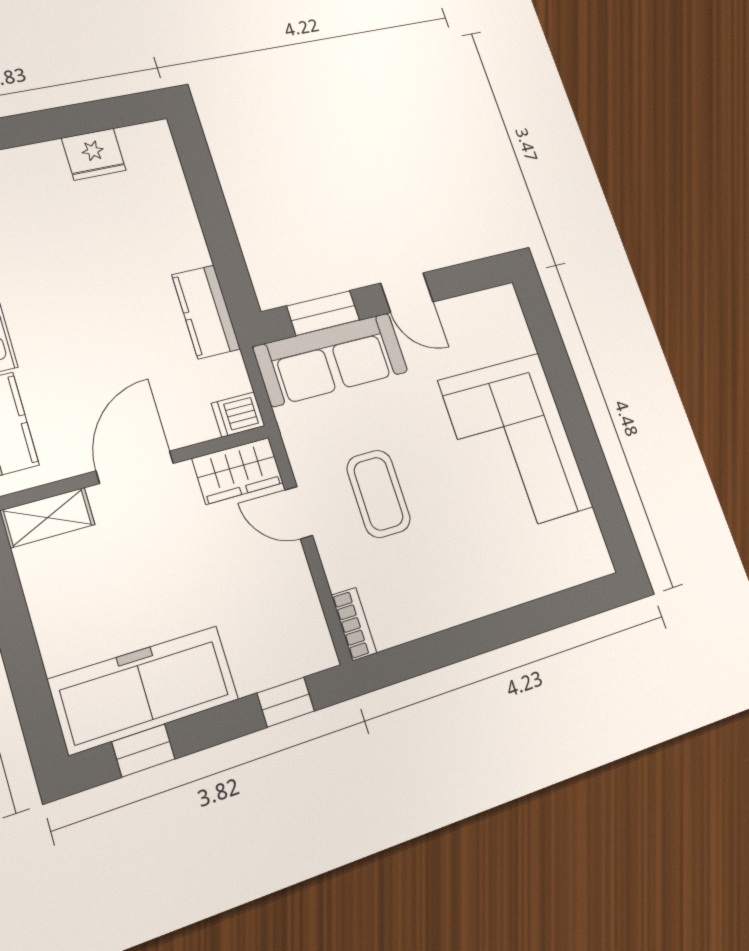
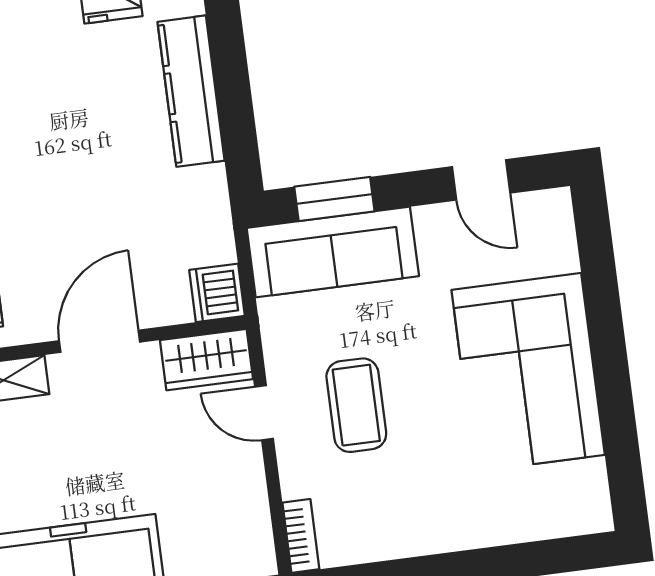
door: (407, 293) -> (481, 180), moved
kitchen counter: (206, 312) -> (191, 91), moved, width x1.50
dishwasher: (238, 414) -> (217, 293), width x1.38

